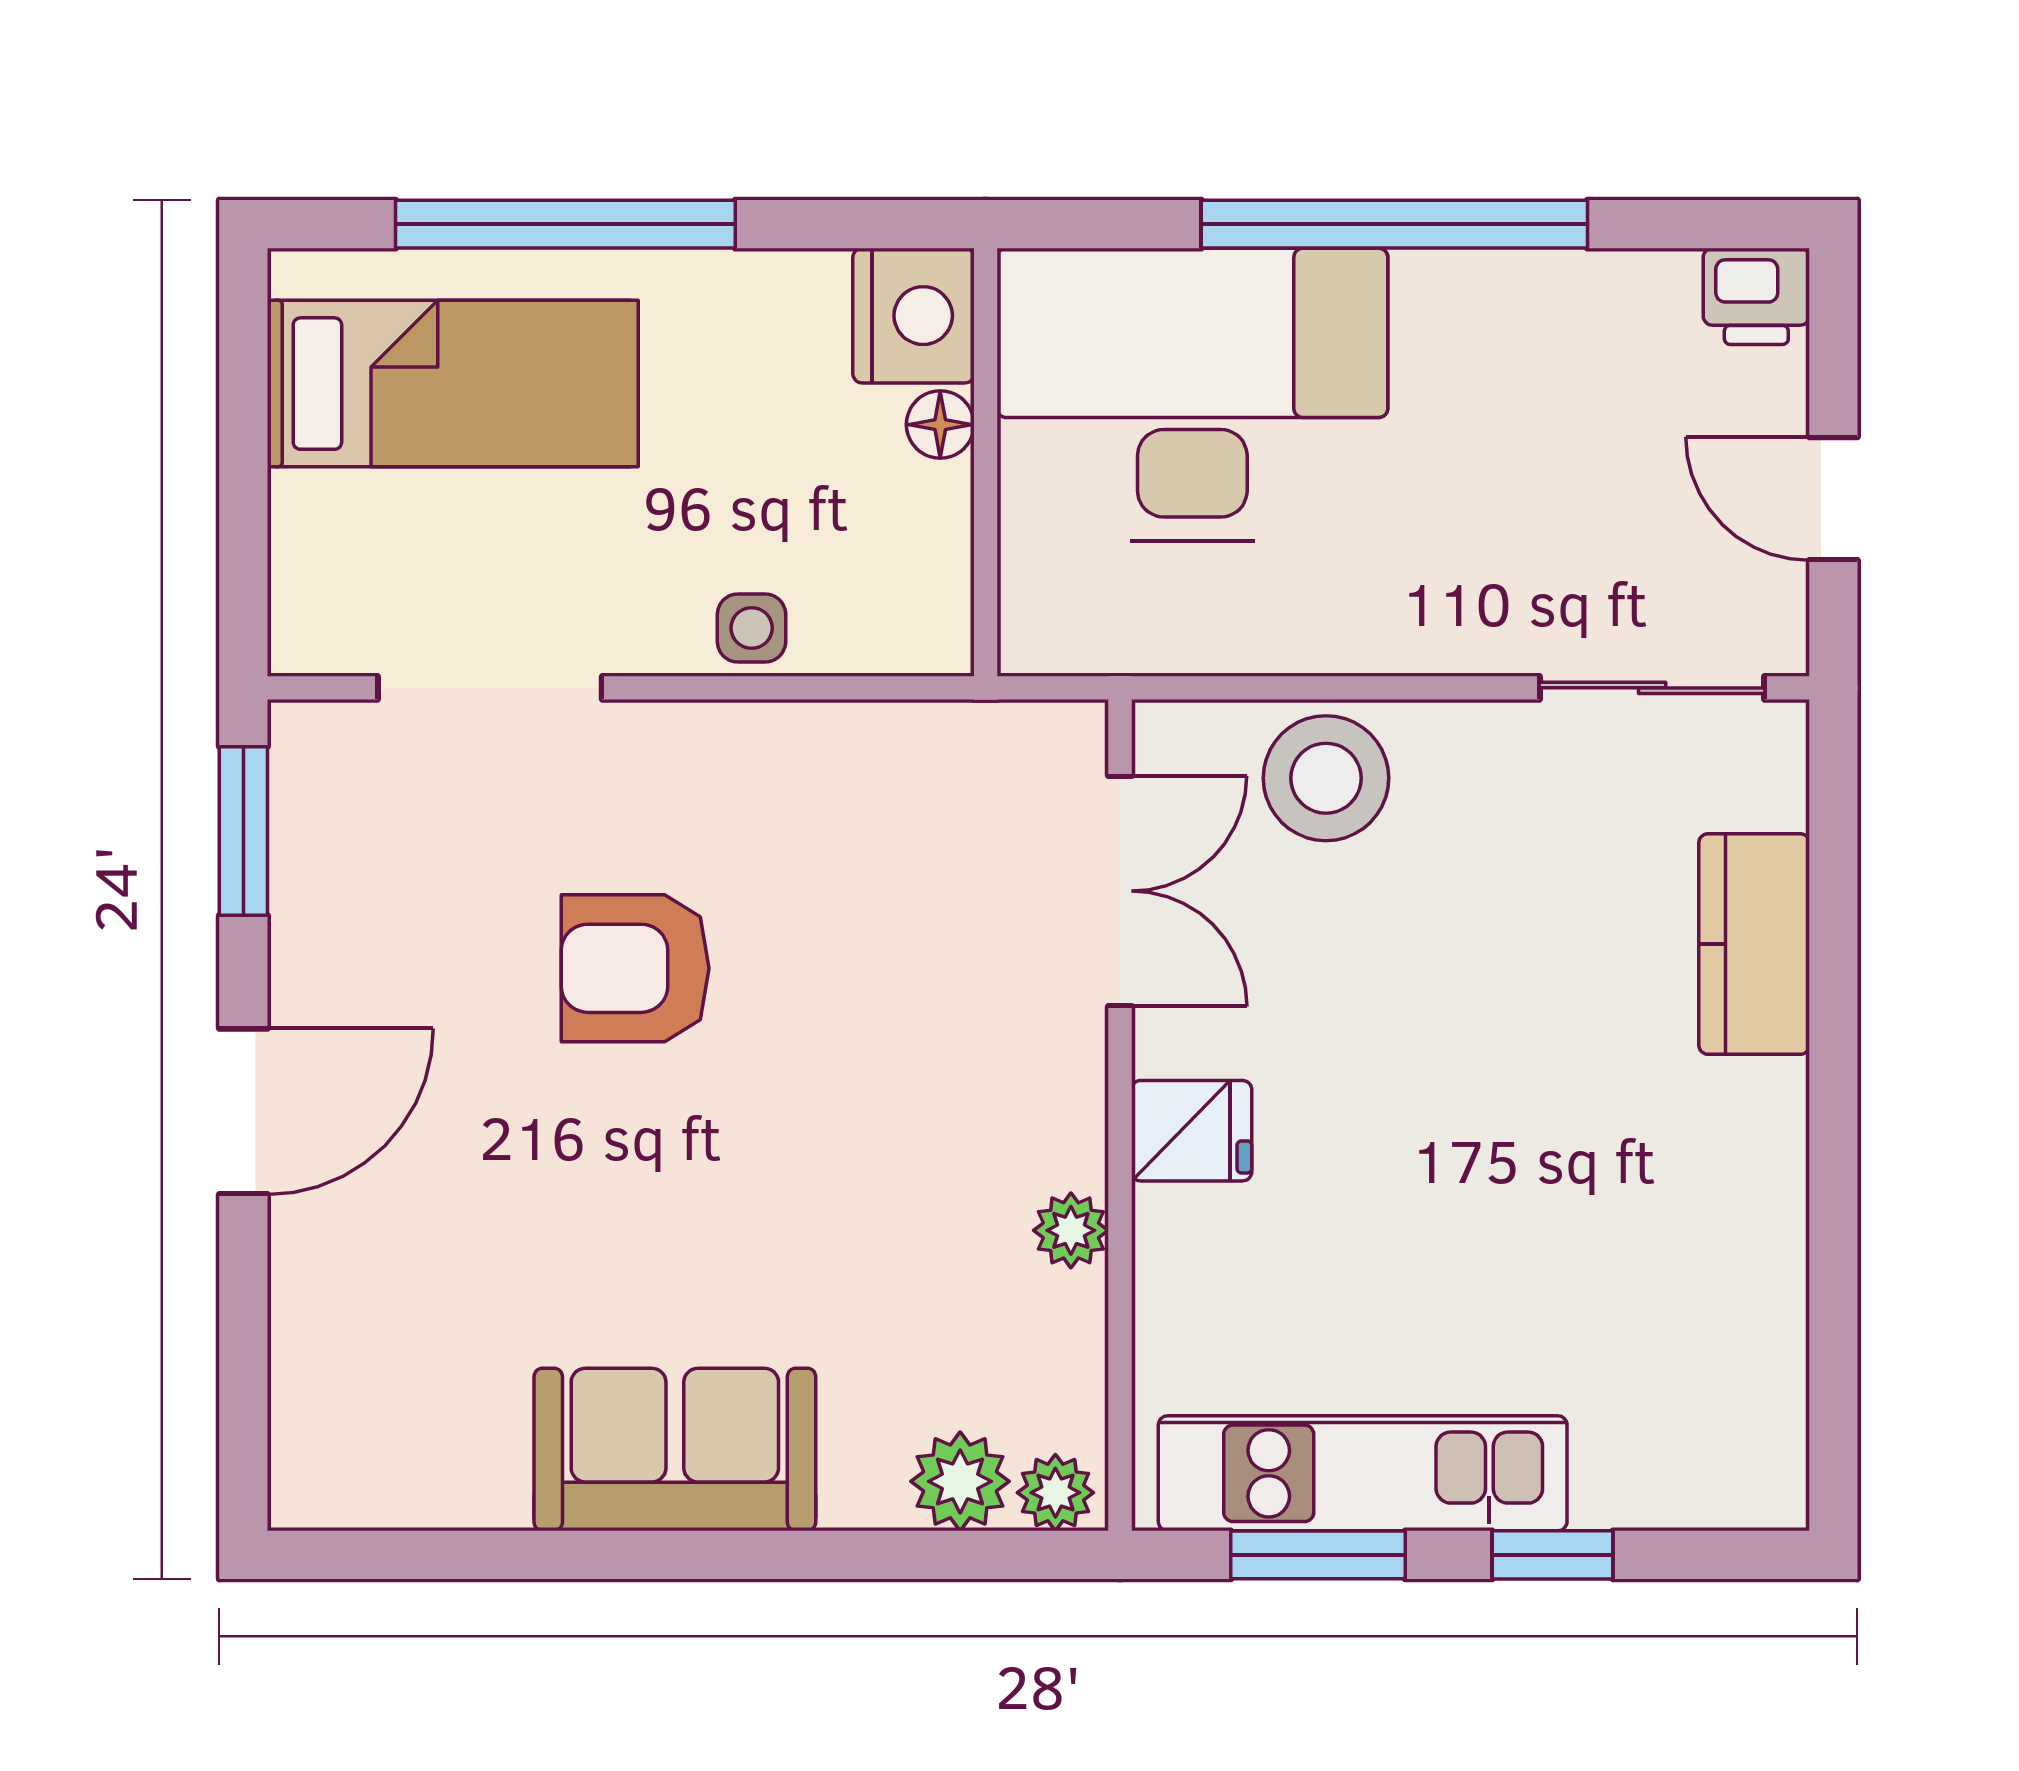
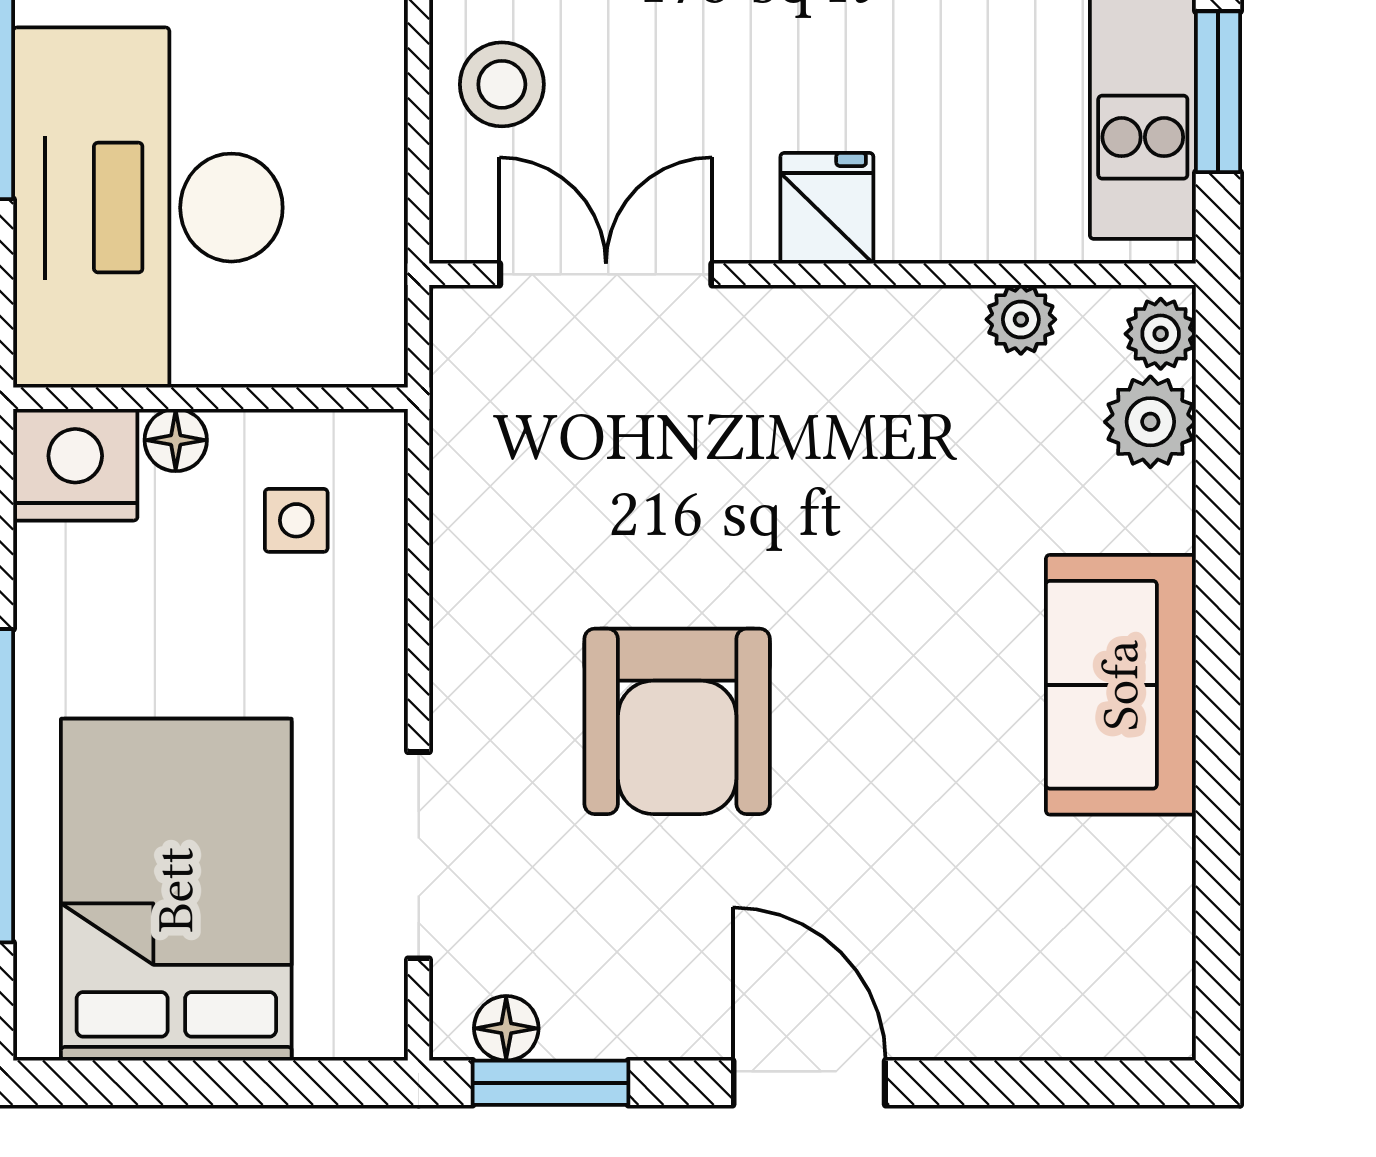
bed: (453, 384) -> (176, 890), width x1.50
side table: (752, 628) -> (296, 520), moved
stool: (1326, 778) -> (502, 84), width x0.73, depth x0.73
floor lamp: (302, 783) -> (506, 1028), added
armchair: (635, 968) -> (677, 721), width x1.36, depth x1.36
plant: (1071, 1230) -> (1021, 319), moved

